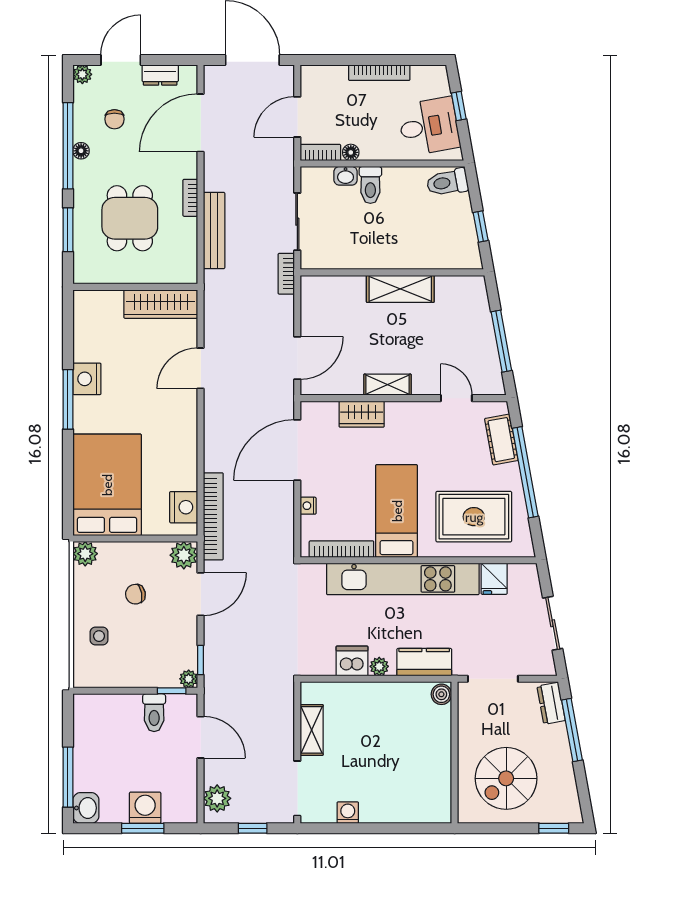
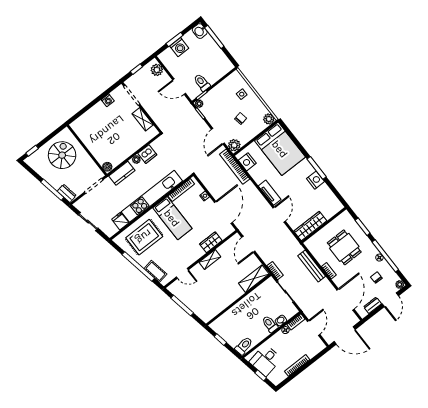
shelving: (400, 289) -> (254, 279), moved
tv unit: (187, 421) -> (270, 193), added

